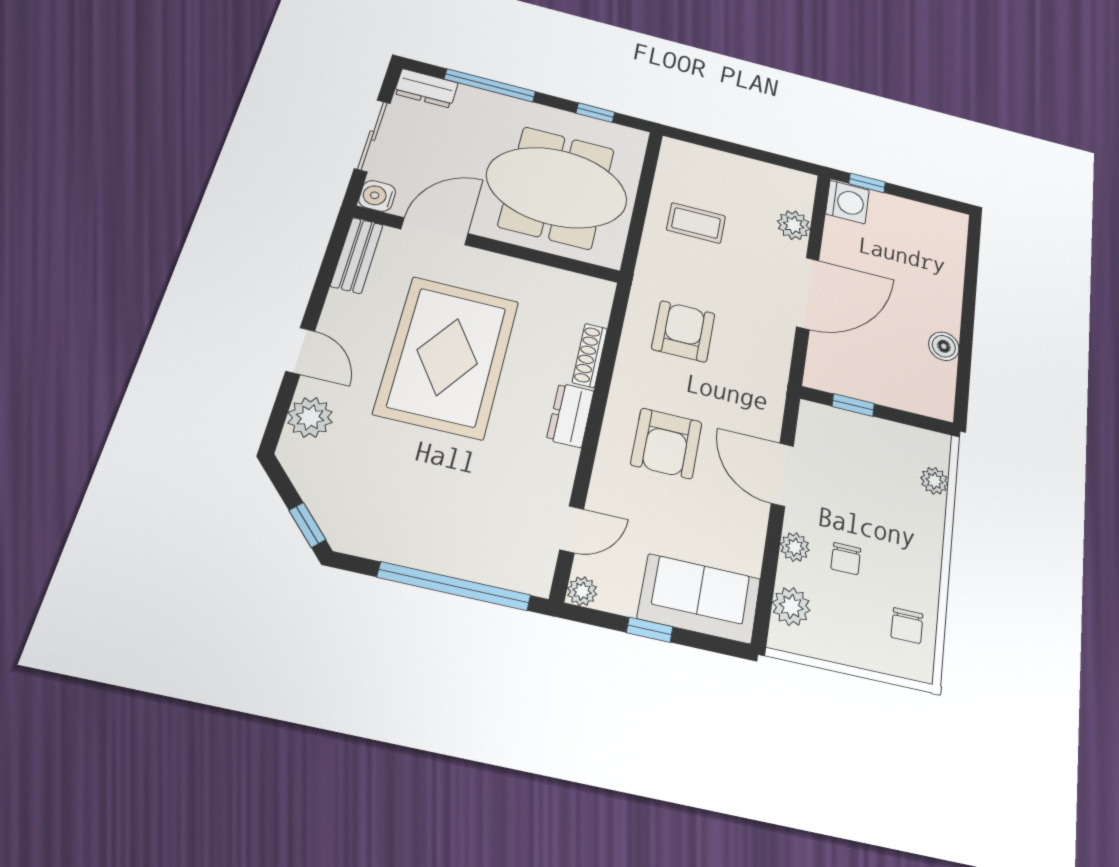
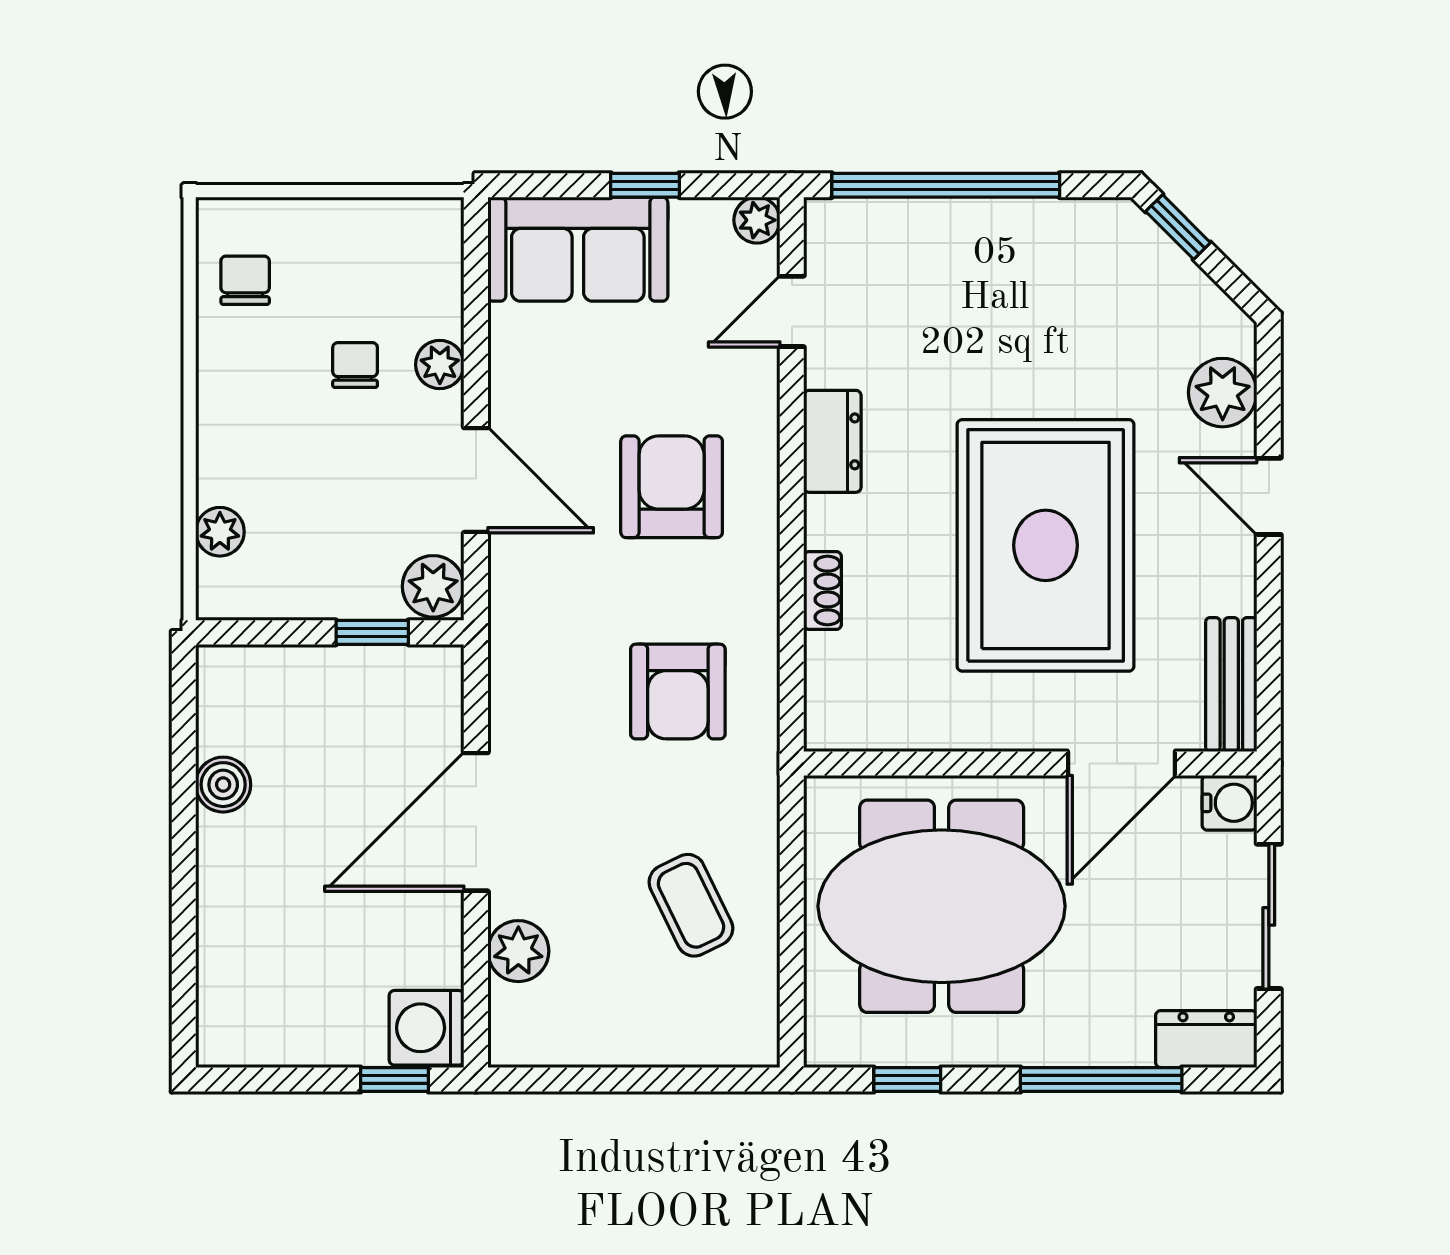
coffee table: (696, 223) -> (691, 905), turned 64
shoe rack: (590, 355) -> (823, 590), width x0.70
dresser: (570, 415) -> (832, 441), moved
plant: (791, 606) -> (433, 586), moved

